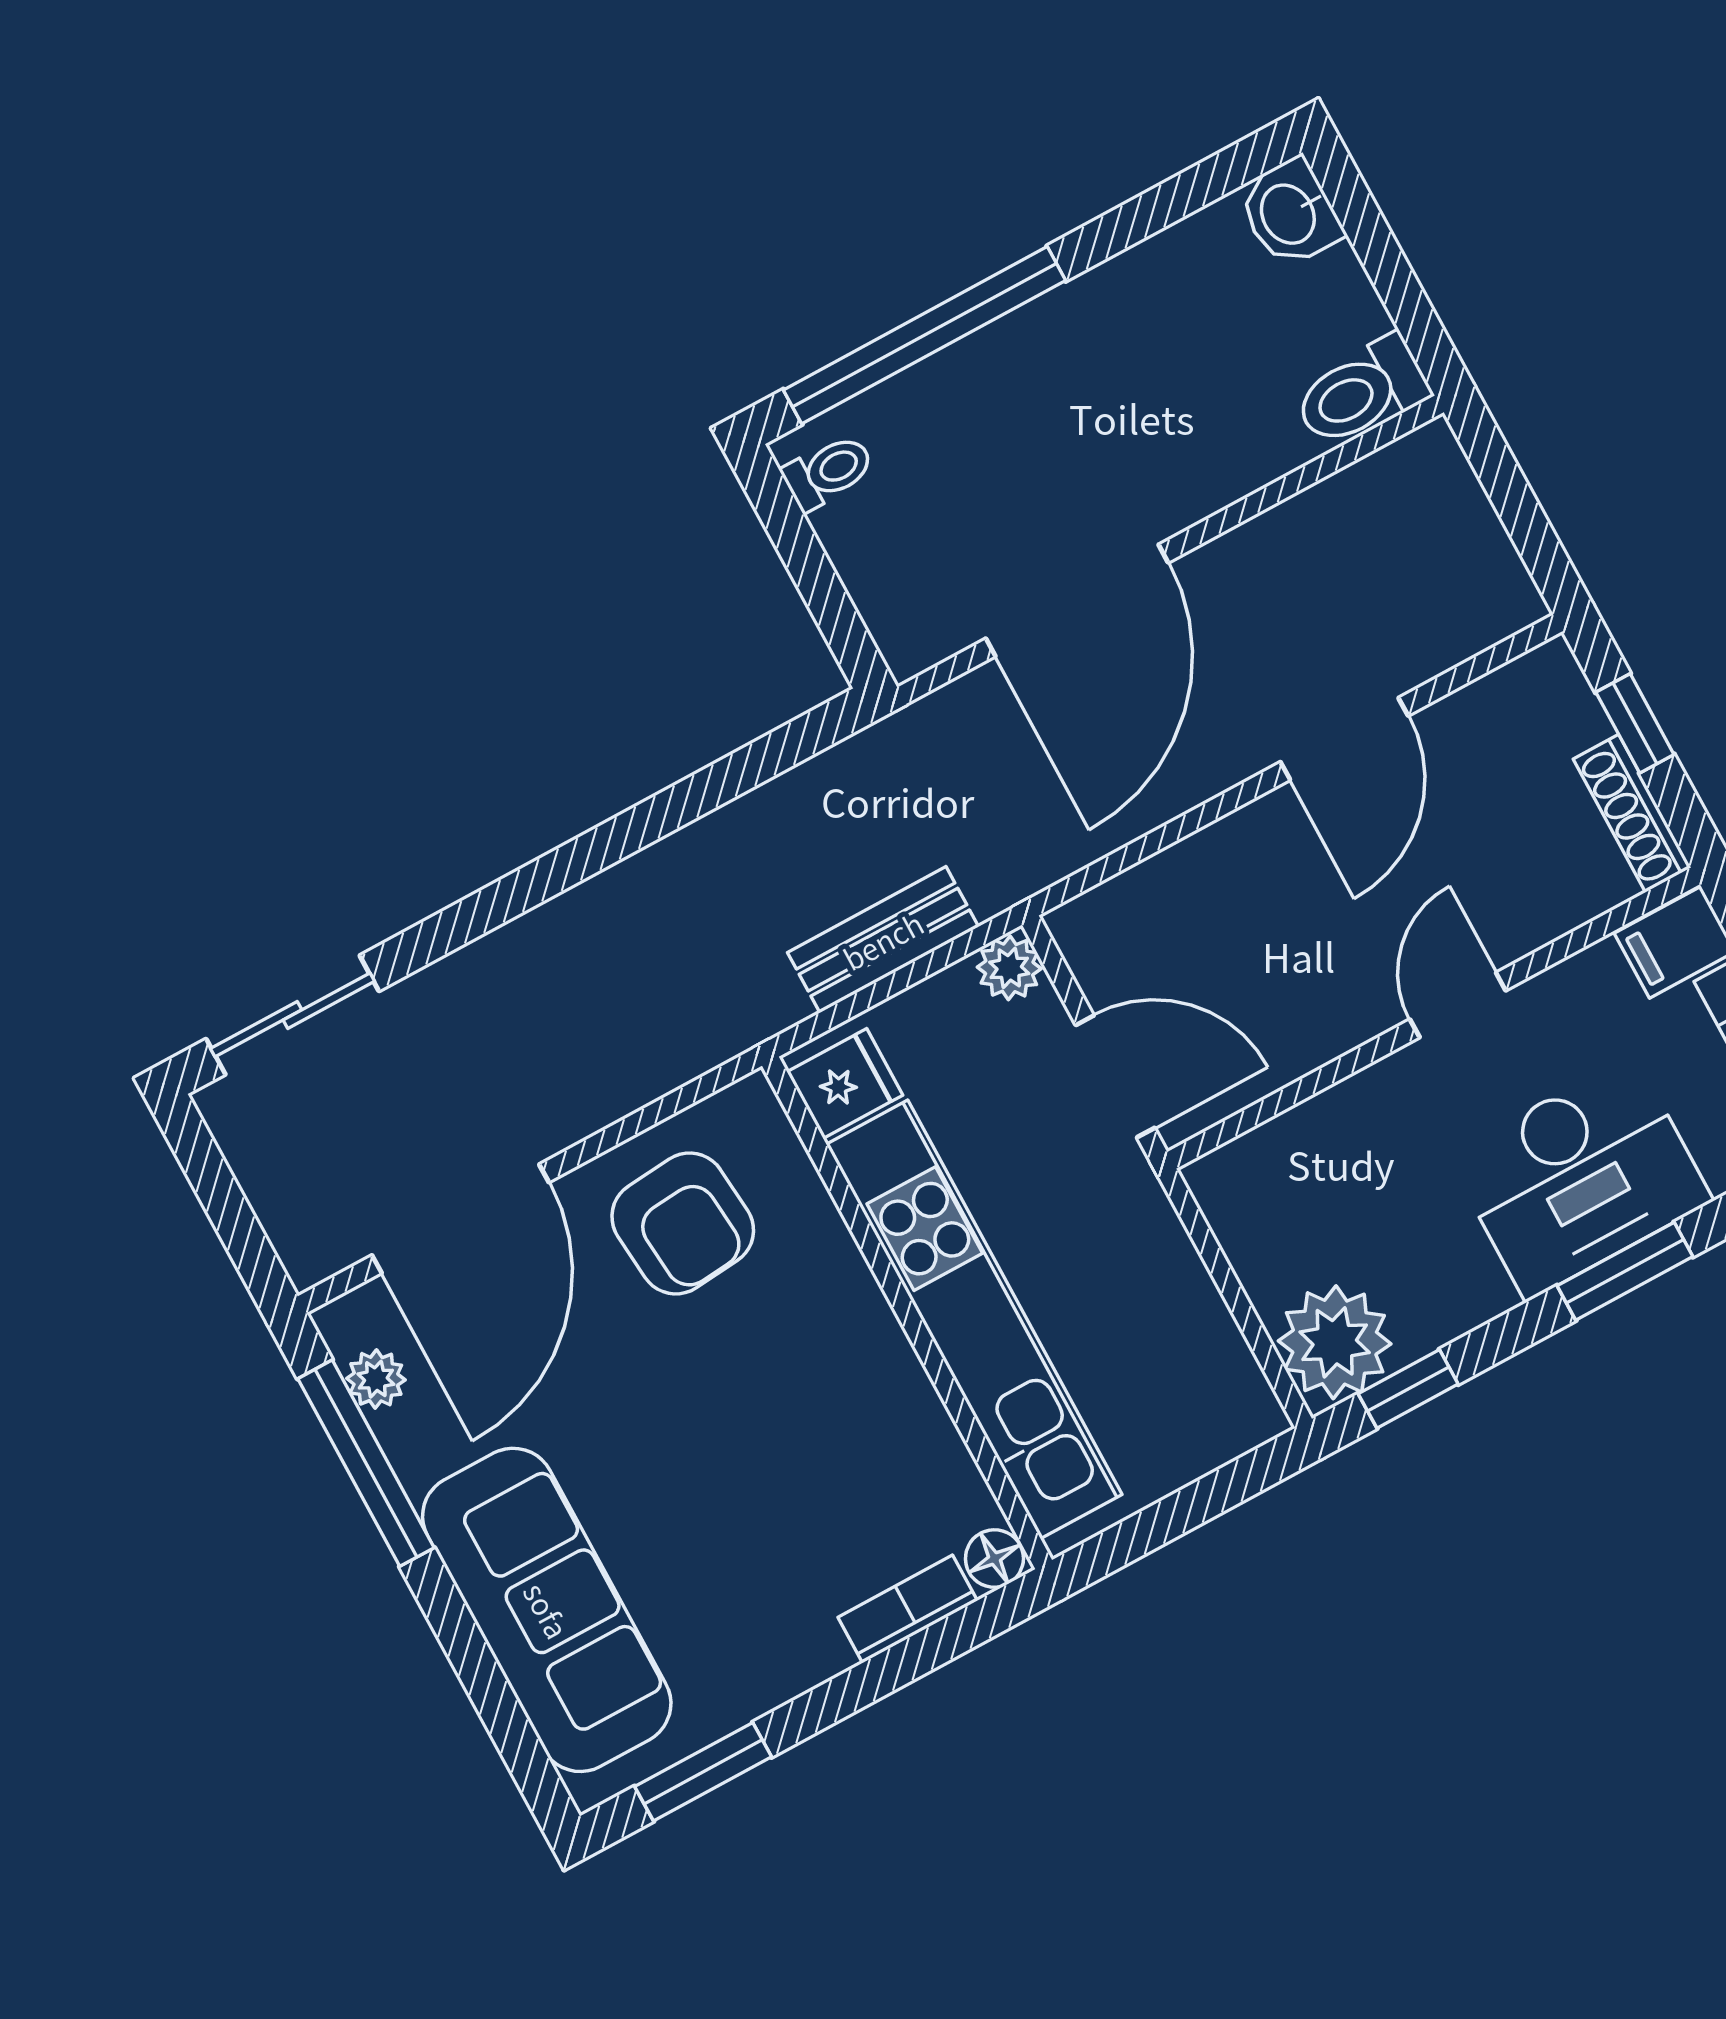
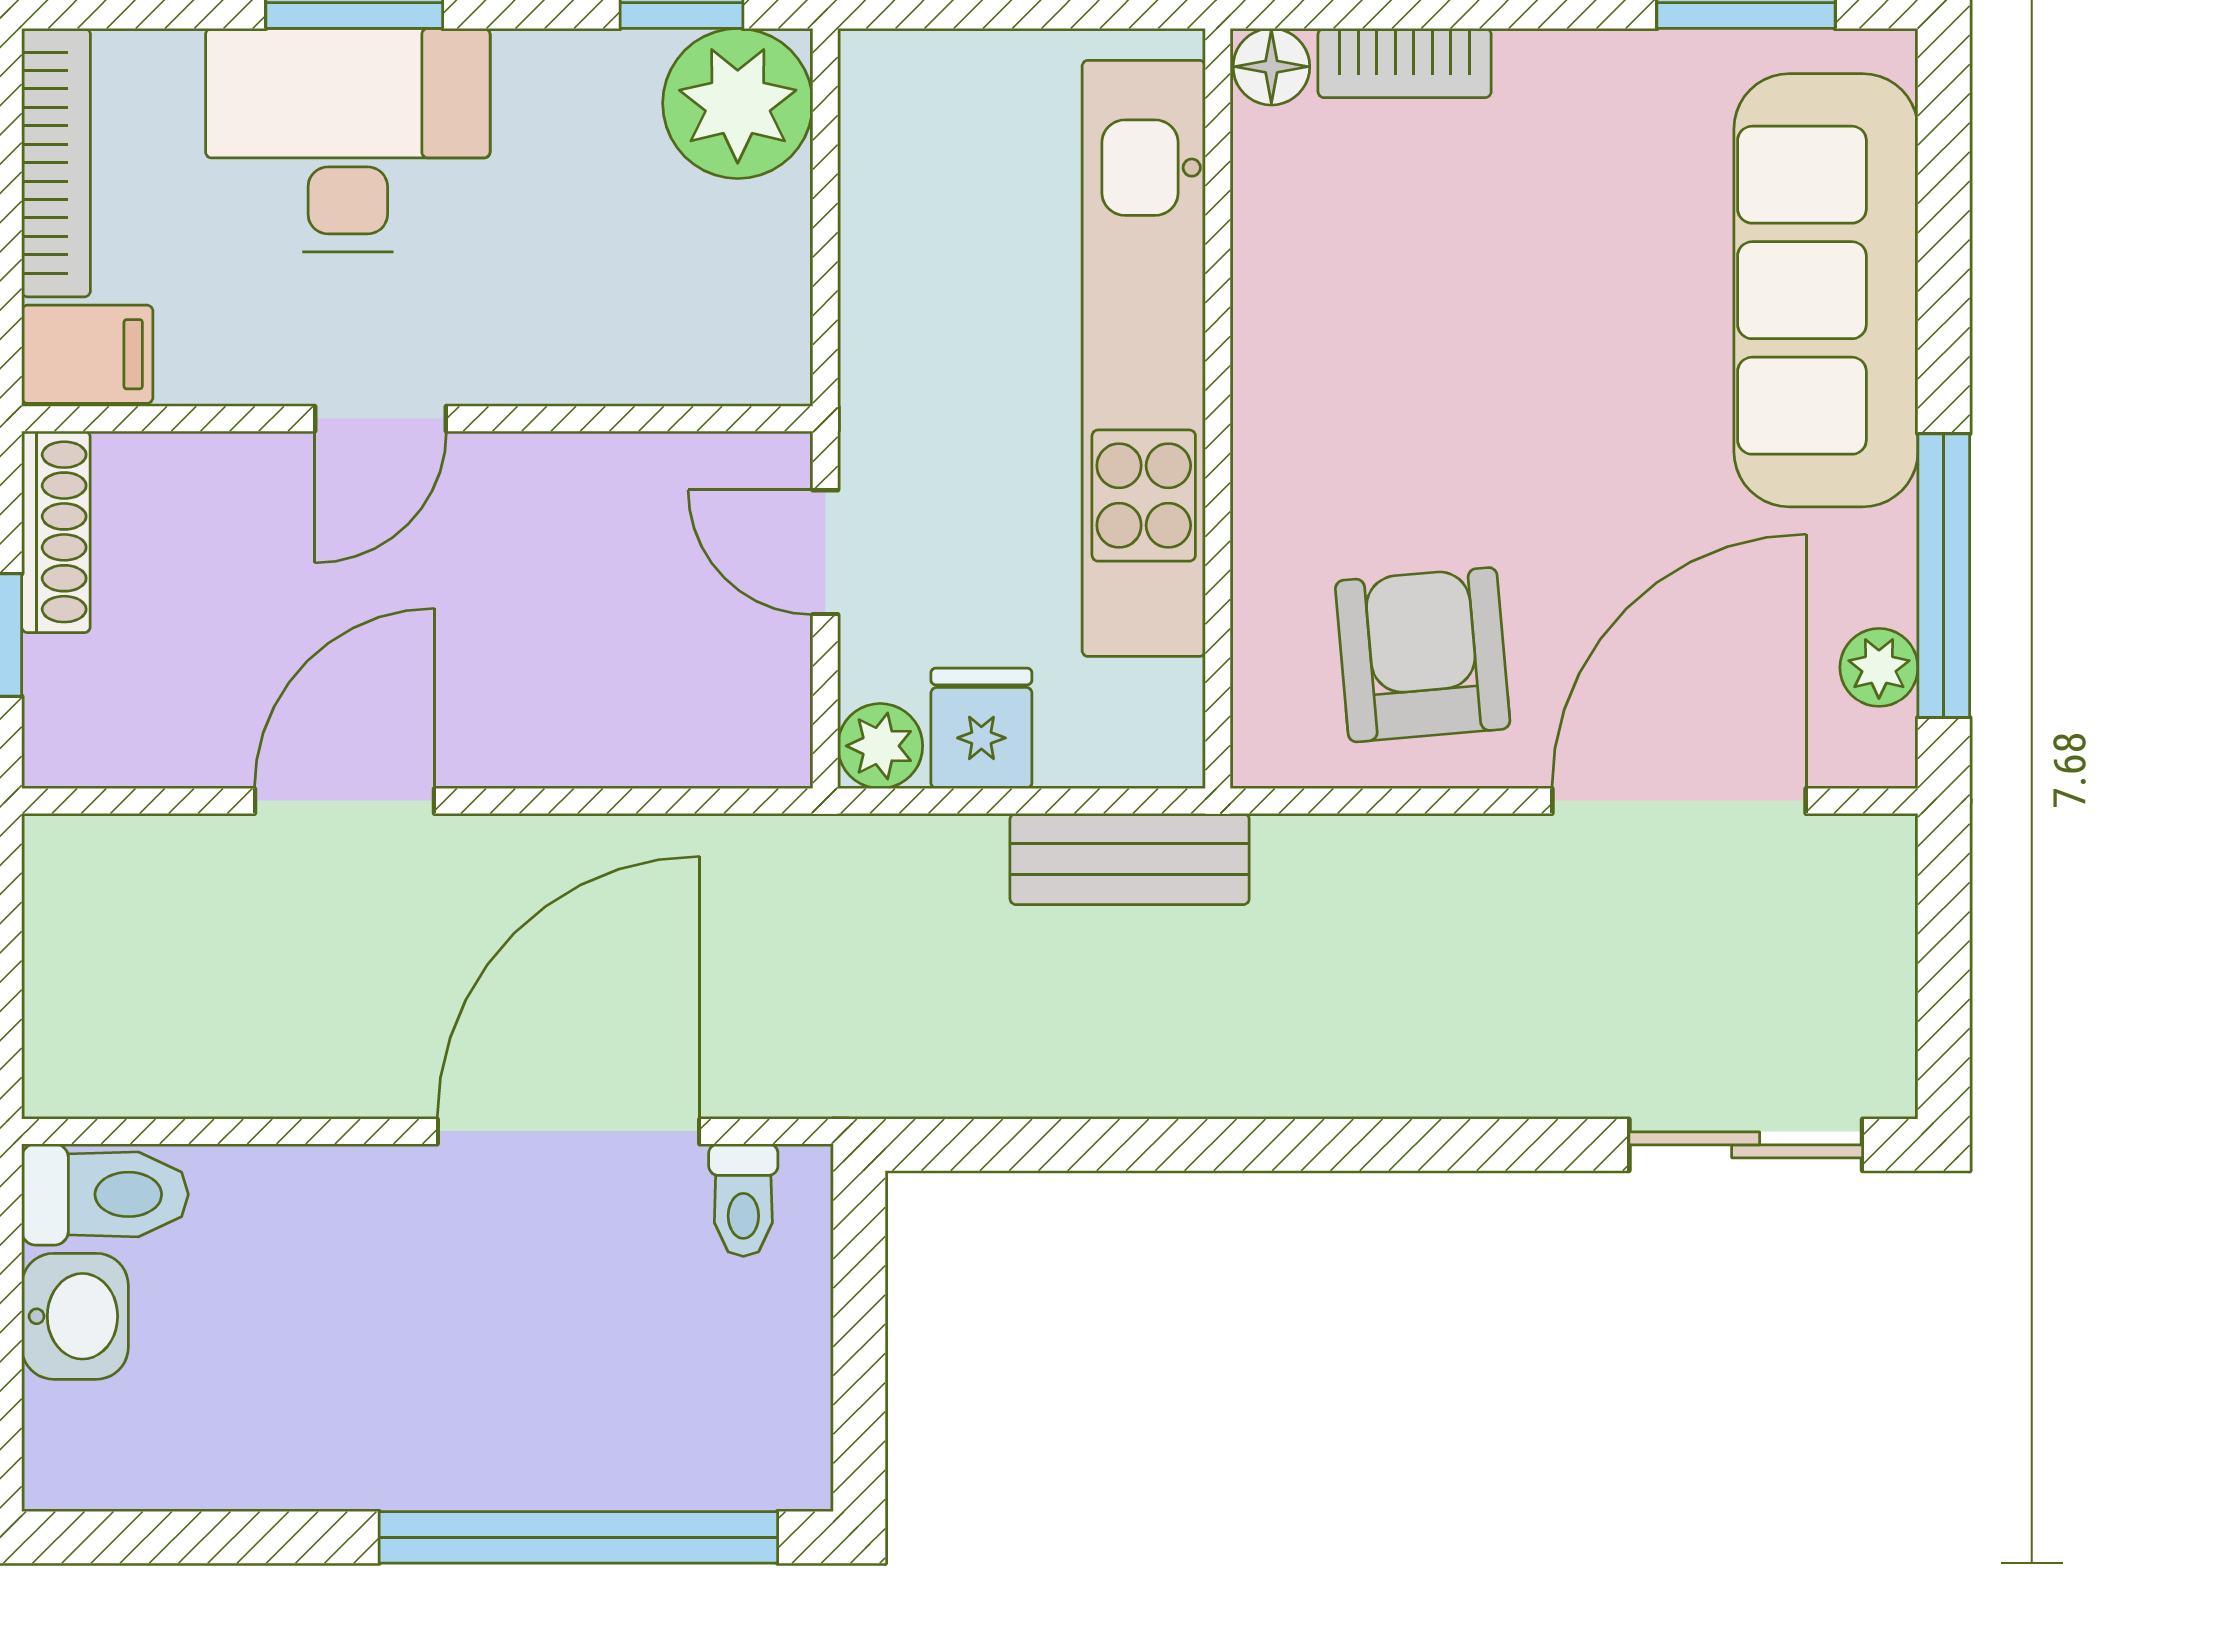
washbasin: (1290, 213) -> (75, 1316), moved
toilet: (828, 472) -> (743, 1200), moved, turned -90
bench: (883, 940) -> (1130, 859), moved
door: (1115, 1076) -> (825, 552), width x0.73
fridge: (845, 1084) -> (981, 728), moved, turned 90

